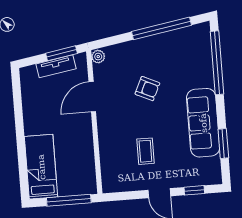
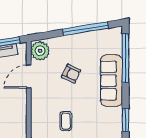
plant: (98, 57) -> (40, 51), width x1.87, depth x1.87
sofa: (203, 123) -> (111, 81), moved

